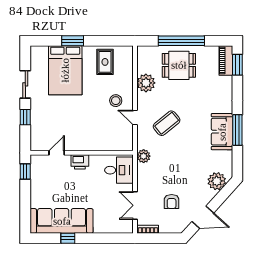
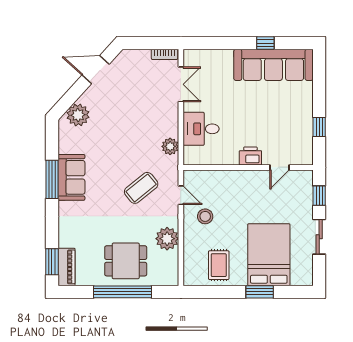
door: (57, 153) -> (280, 167), moved
wall: (82, 153) -> (248, 167), moved
printer: (80, 162) -> (250, 156), moved
armchair: (172, 201) -> (135, 89), removed

